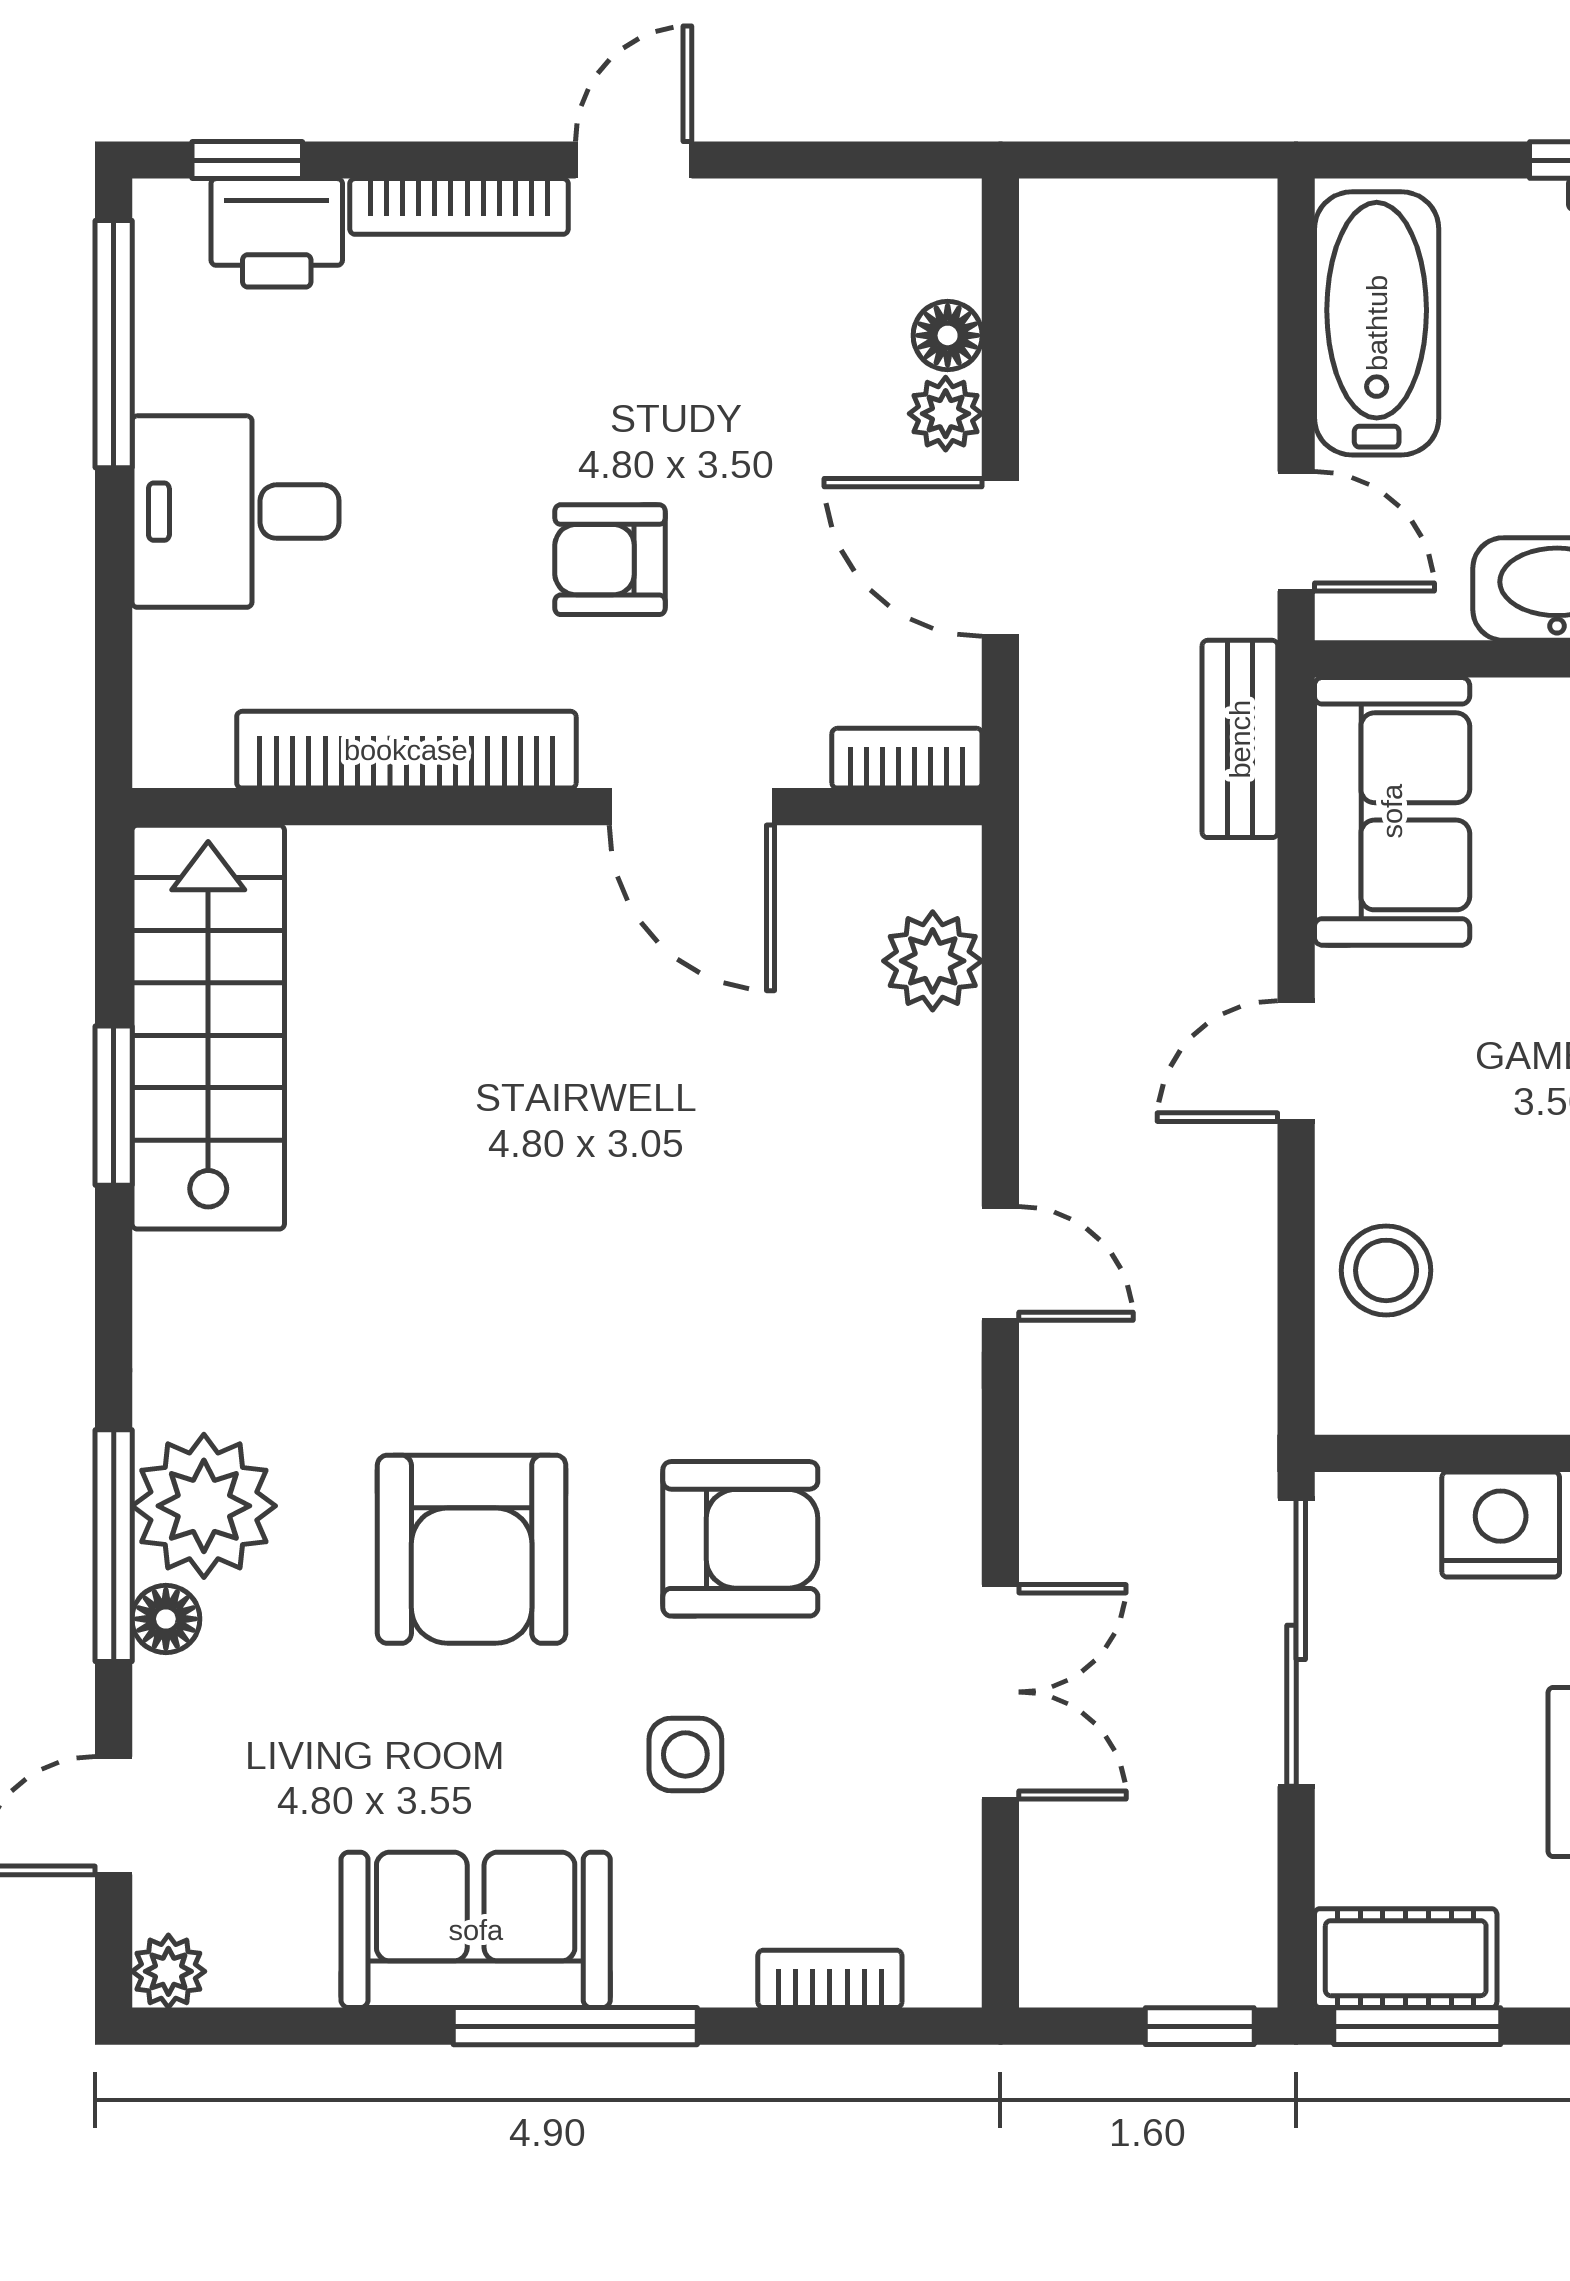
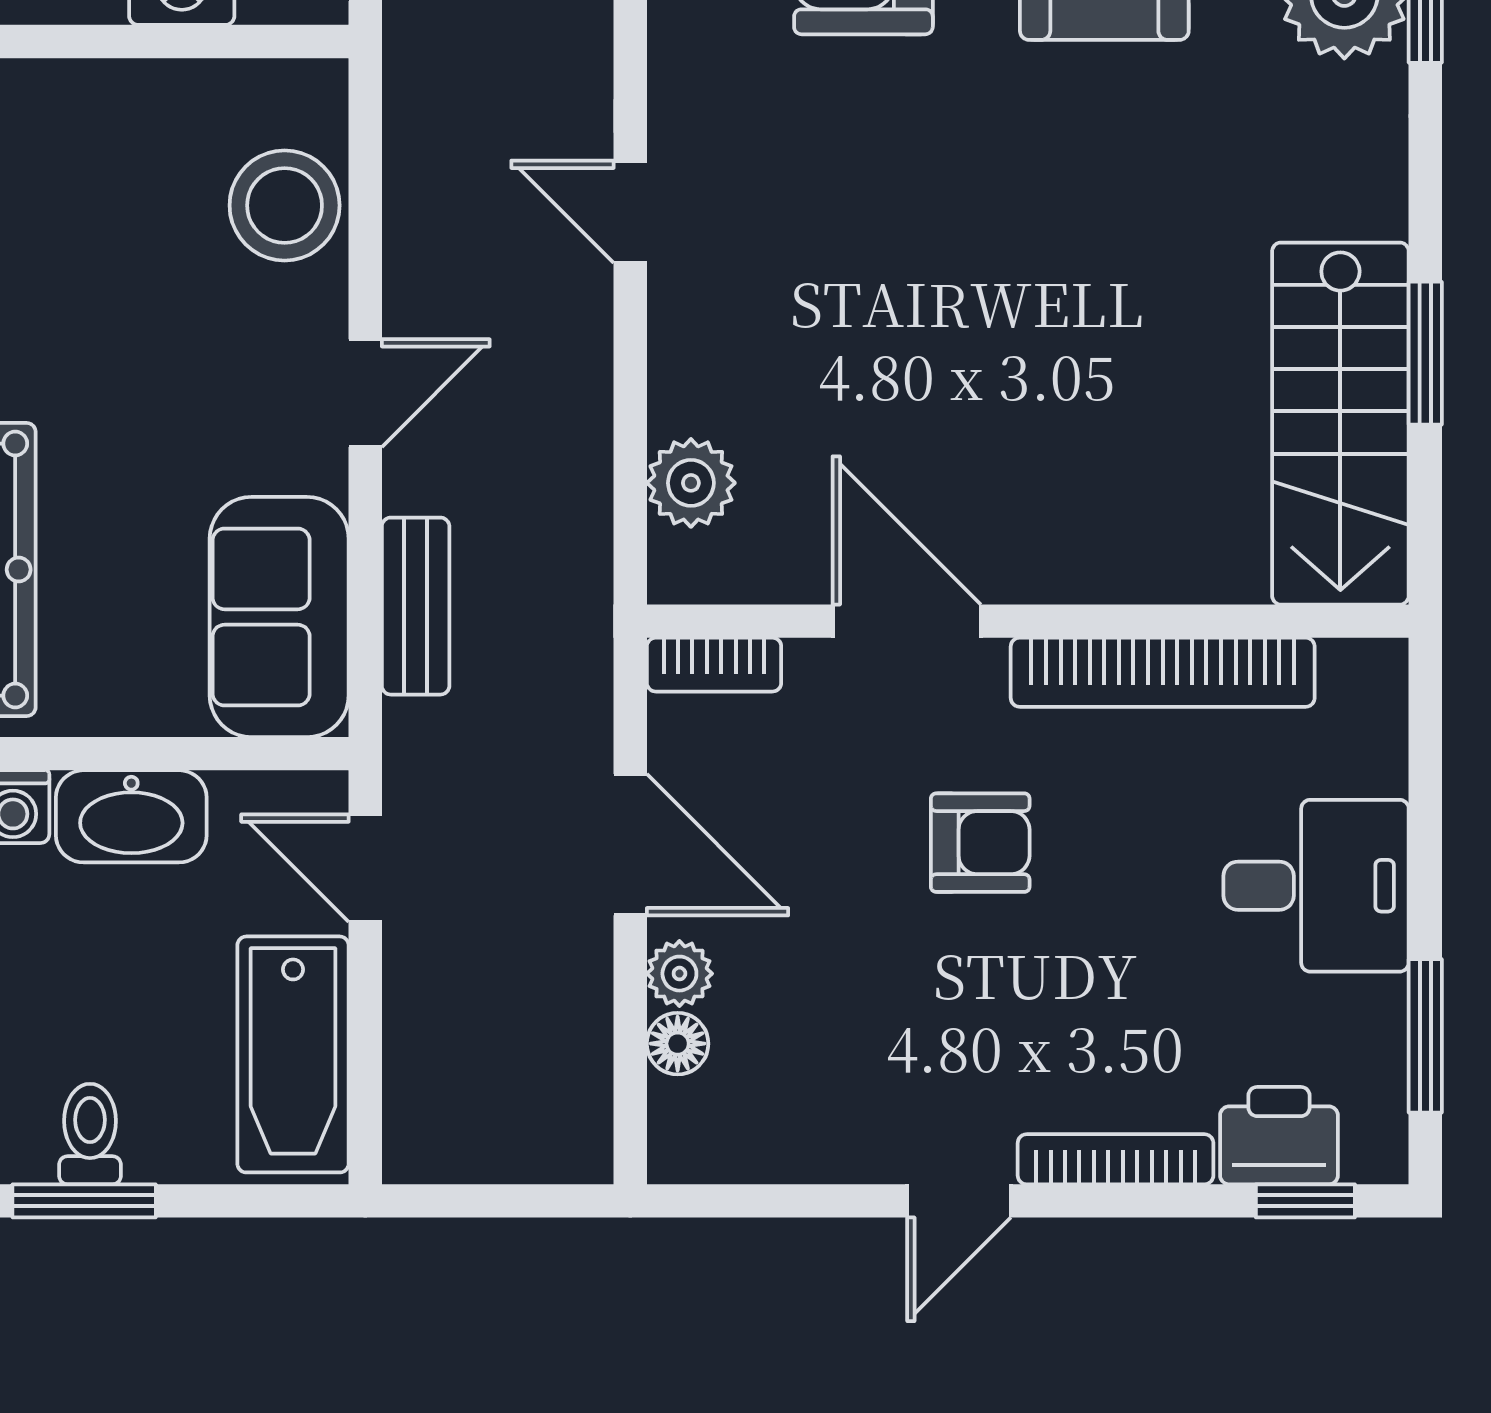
window: (114, 344) -> (1425, 1036), width x0.69
bench: (1240, 739) -> (416, 606), moved
stool: (1386, 1270) -> (285, 205), width x1.38, depth x1.38

